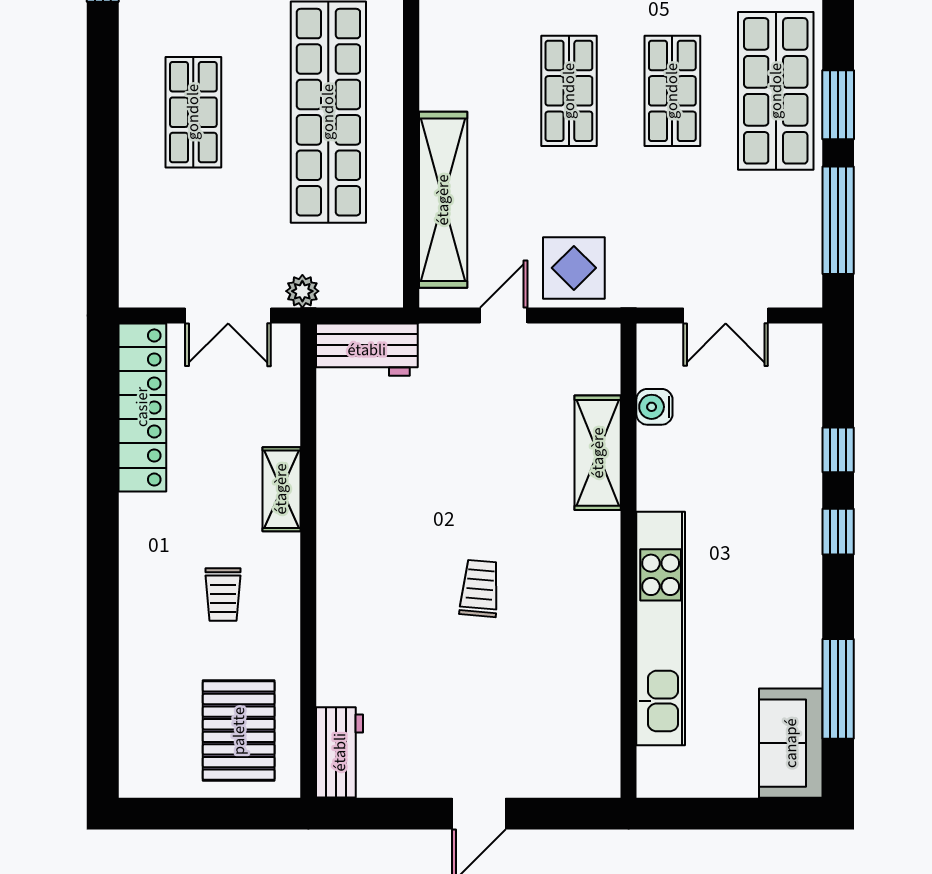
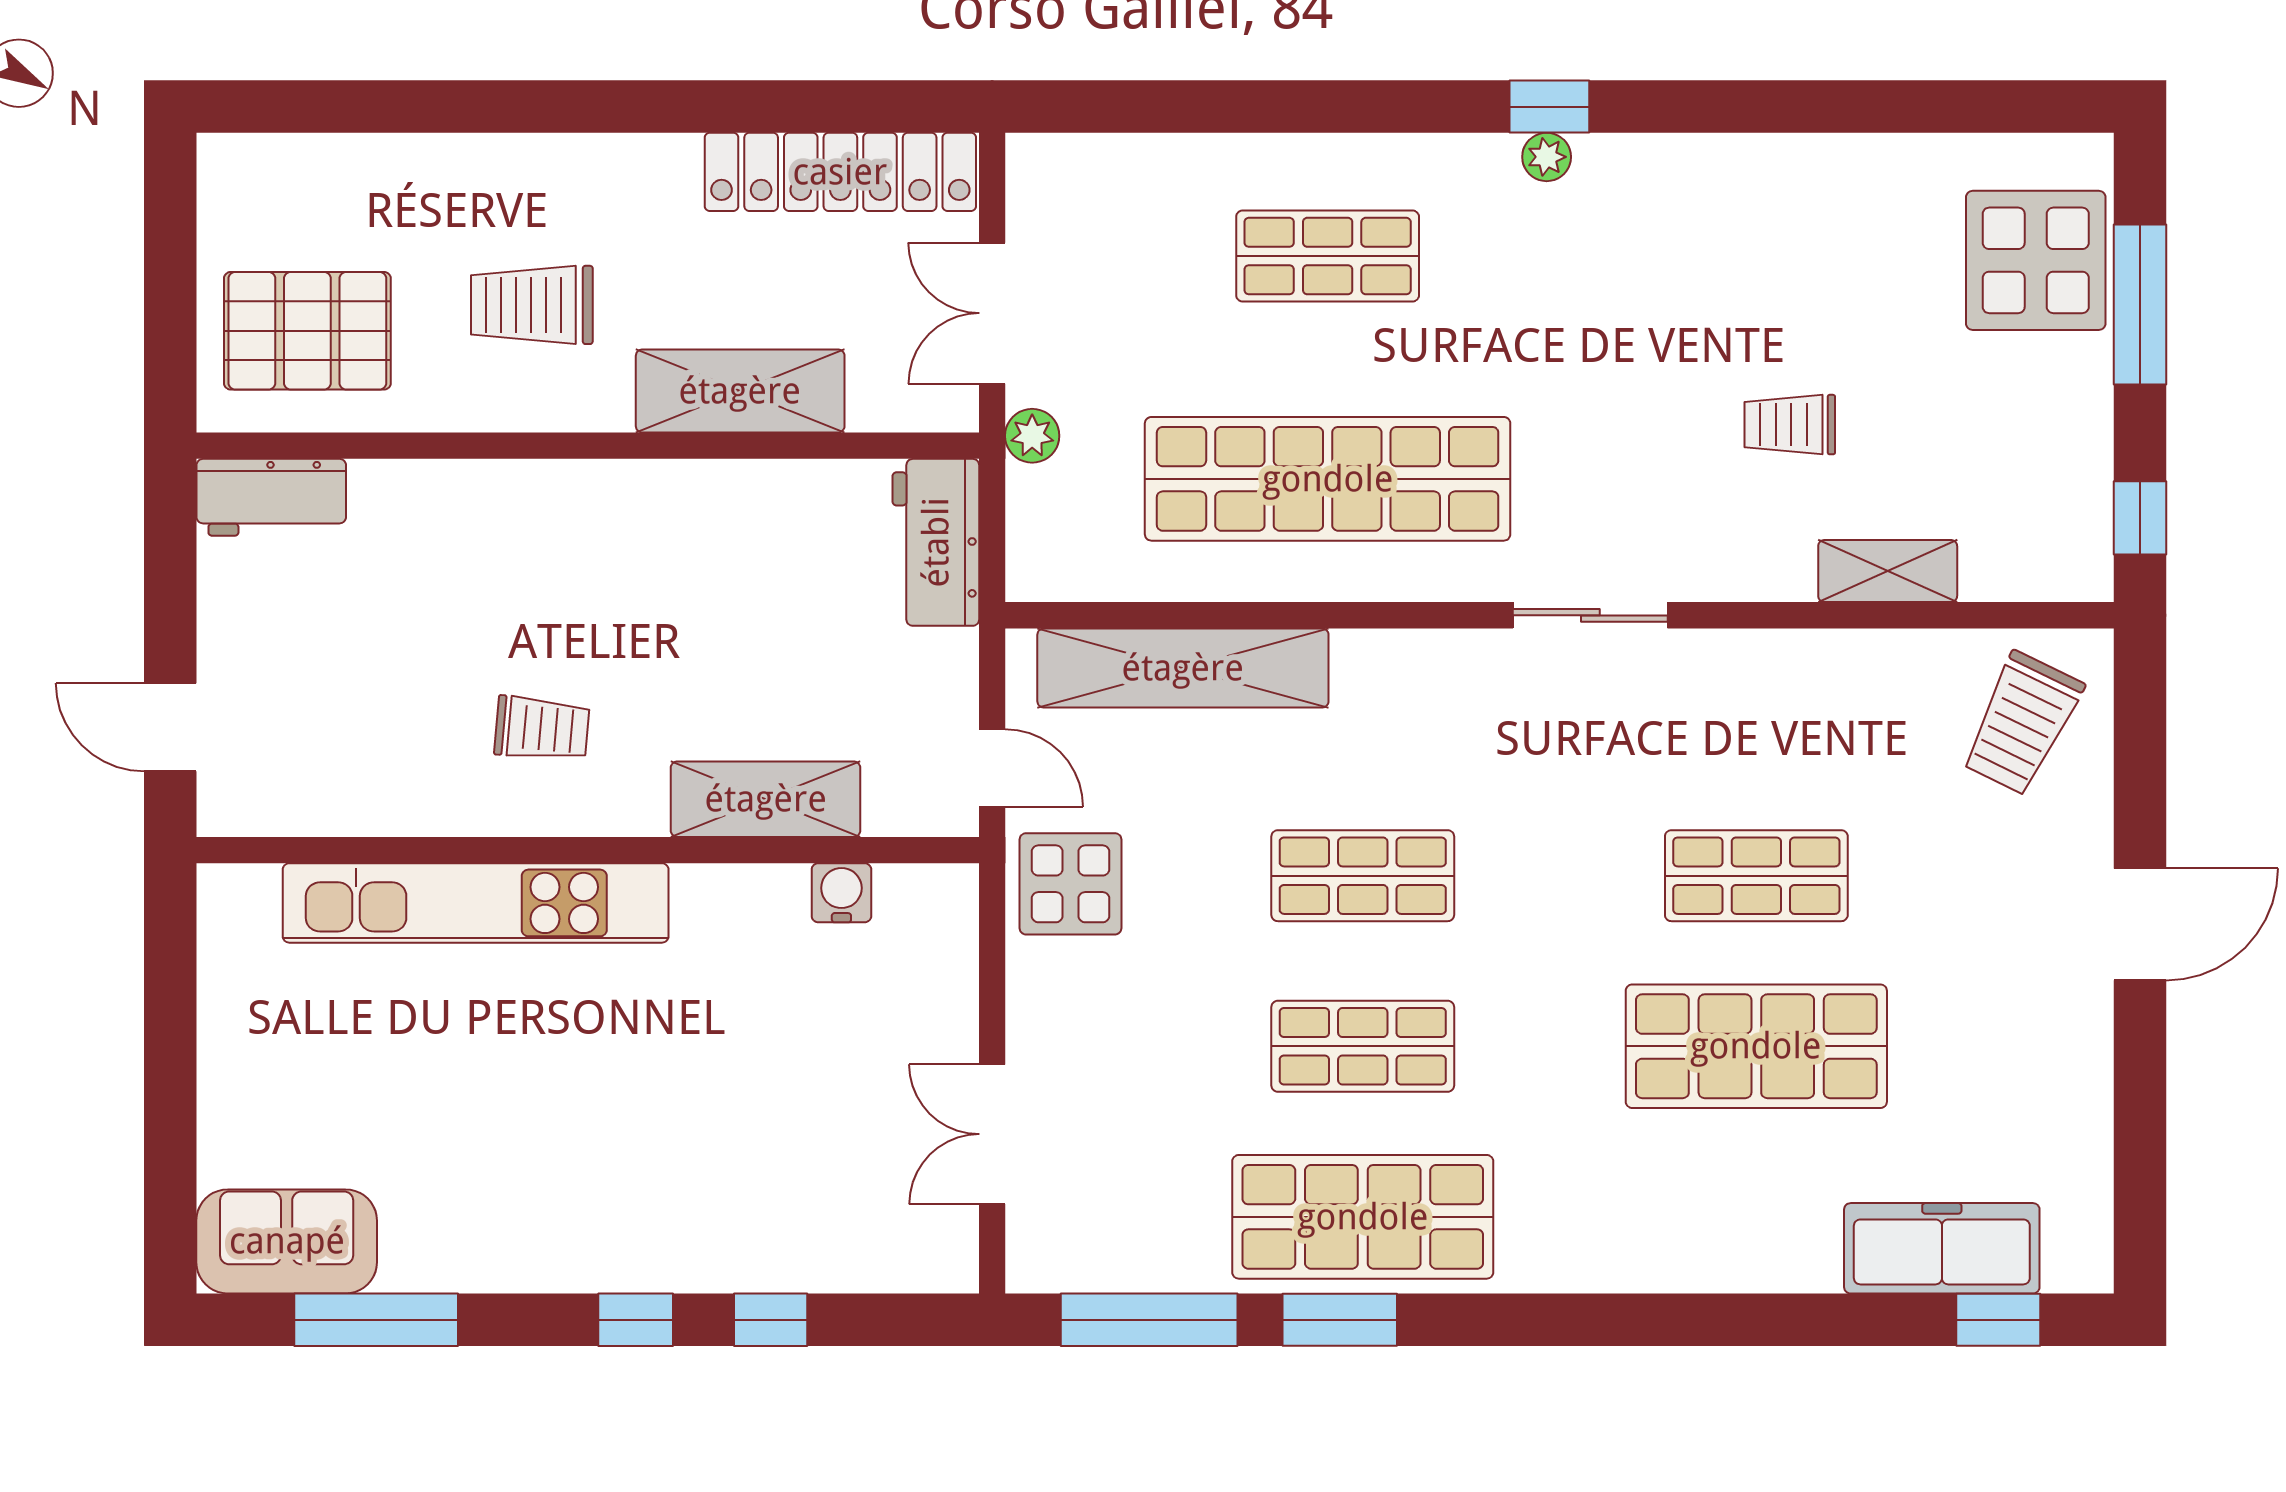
water cooler: (654, 407) -> (841, 893), moved
shelving: (598, 453) -> (766, 799), moved
shelving: (281, 489) -> (740, 391), width x1.50, depth x1.33
wall: (629, 561) -> (588, 850), moved
trolley: (223, 594) -> (532, 305), width x1.36, depth x1.39
kitchen unit: (661, 629) -> (476, 903), moved

